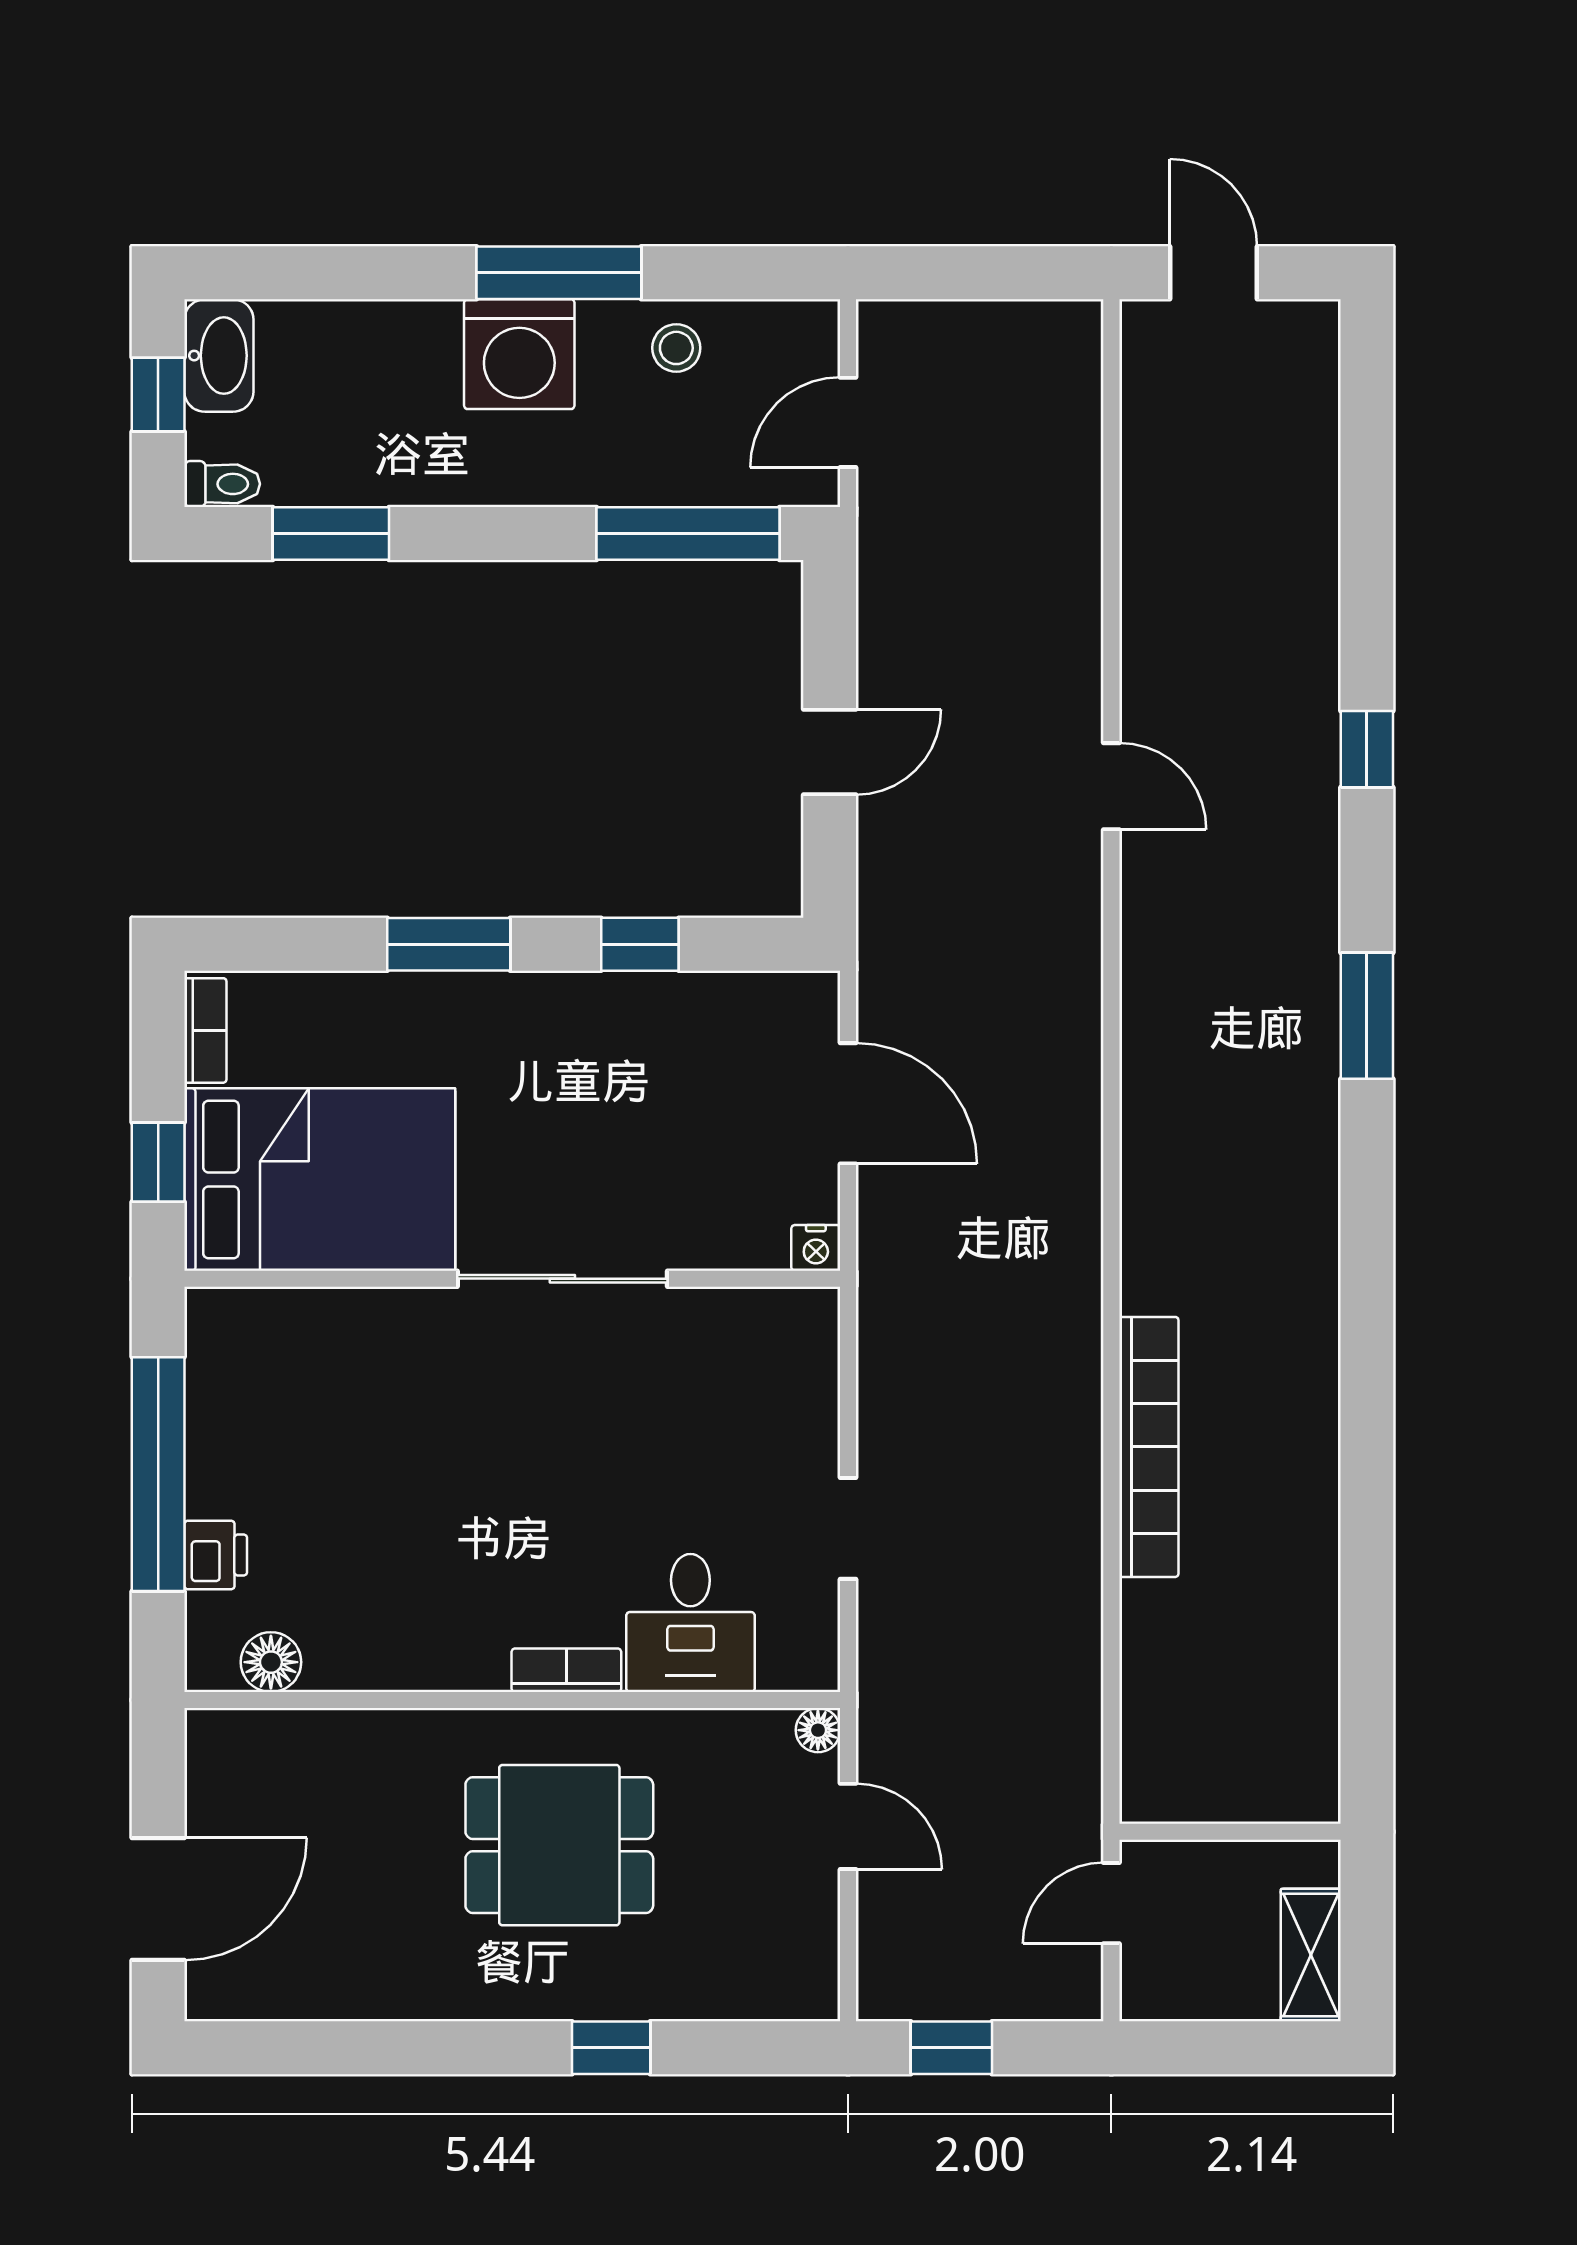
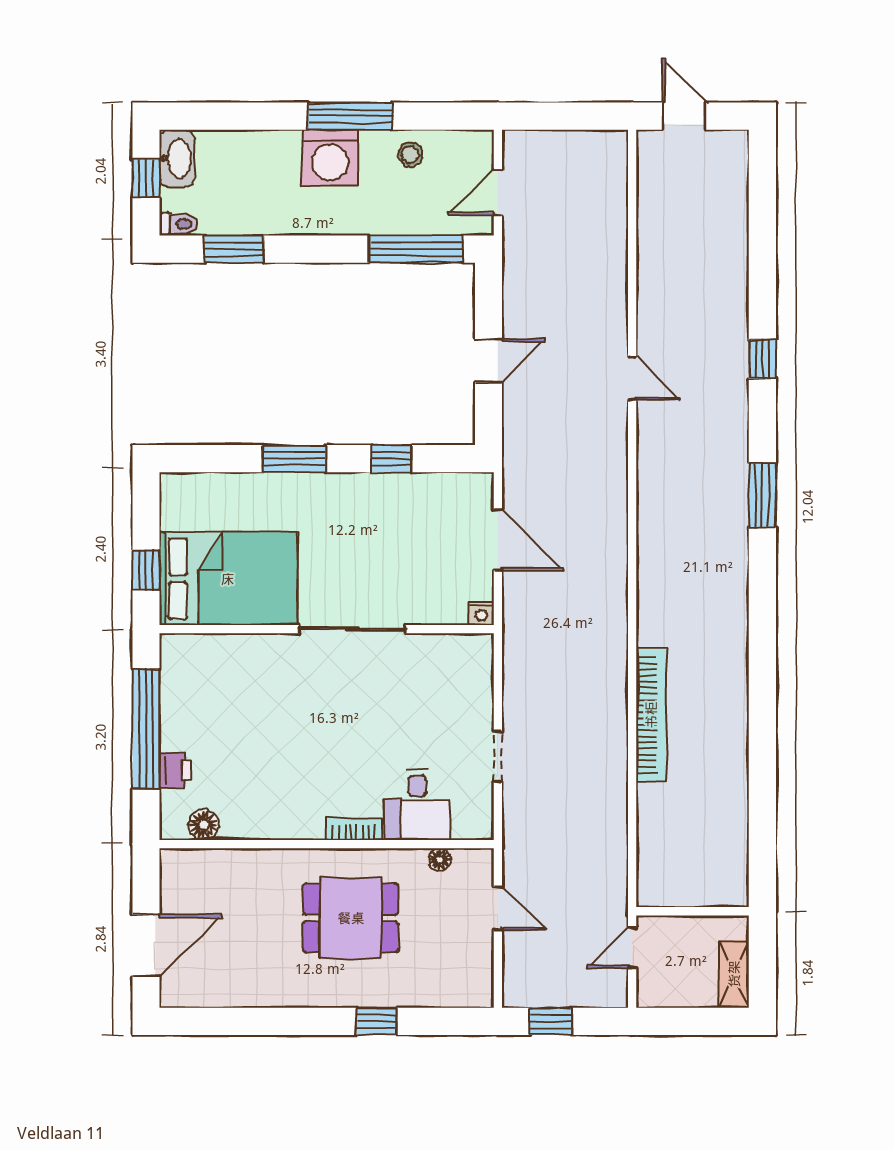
bookcase: (205, 1030) -> (170, 503), removed
floor lamp: (818, 1730) -> (440, 859), moved

